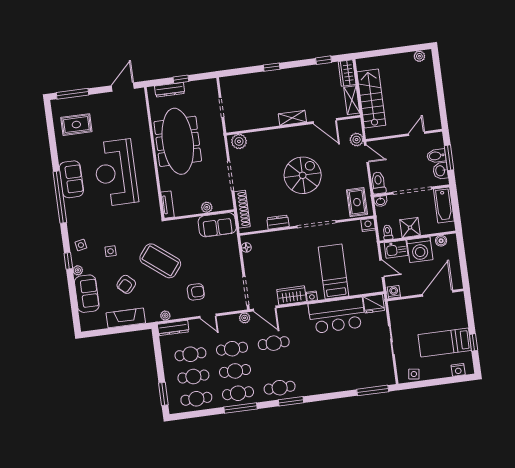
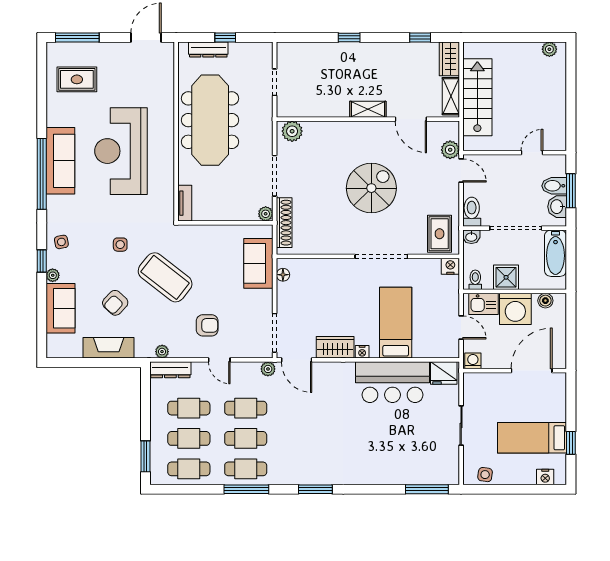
sofa: (71, 179) -> (60, 161), width x1.36
plant: (207, 207) -> (266, 214), moved
dresser: (278, 222) -> (330, 247), removed
sofa: (217, 225) -> (258, 263), moved, turned 90
side table: (111, 251) -> (120, 245), moved
cafe table: (274, 343) -> (303, 408), removed
cafe table: (280, 388) -> (303, 469), removed

